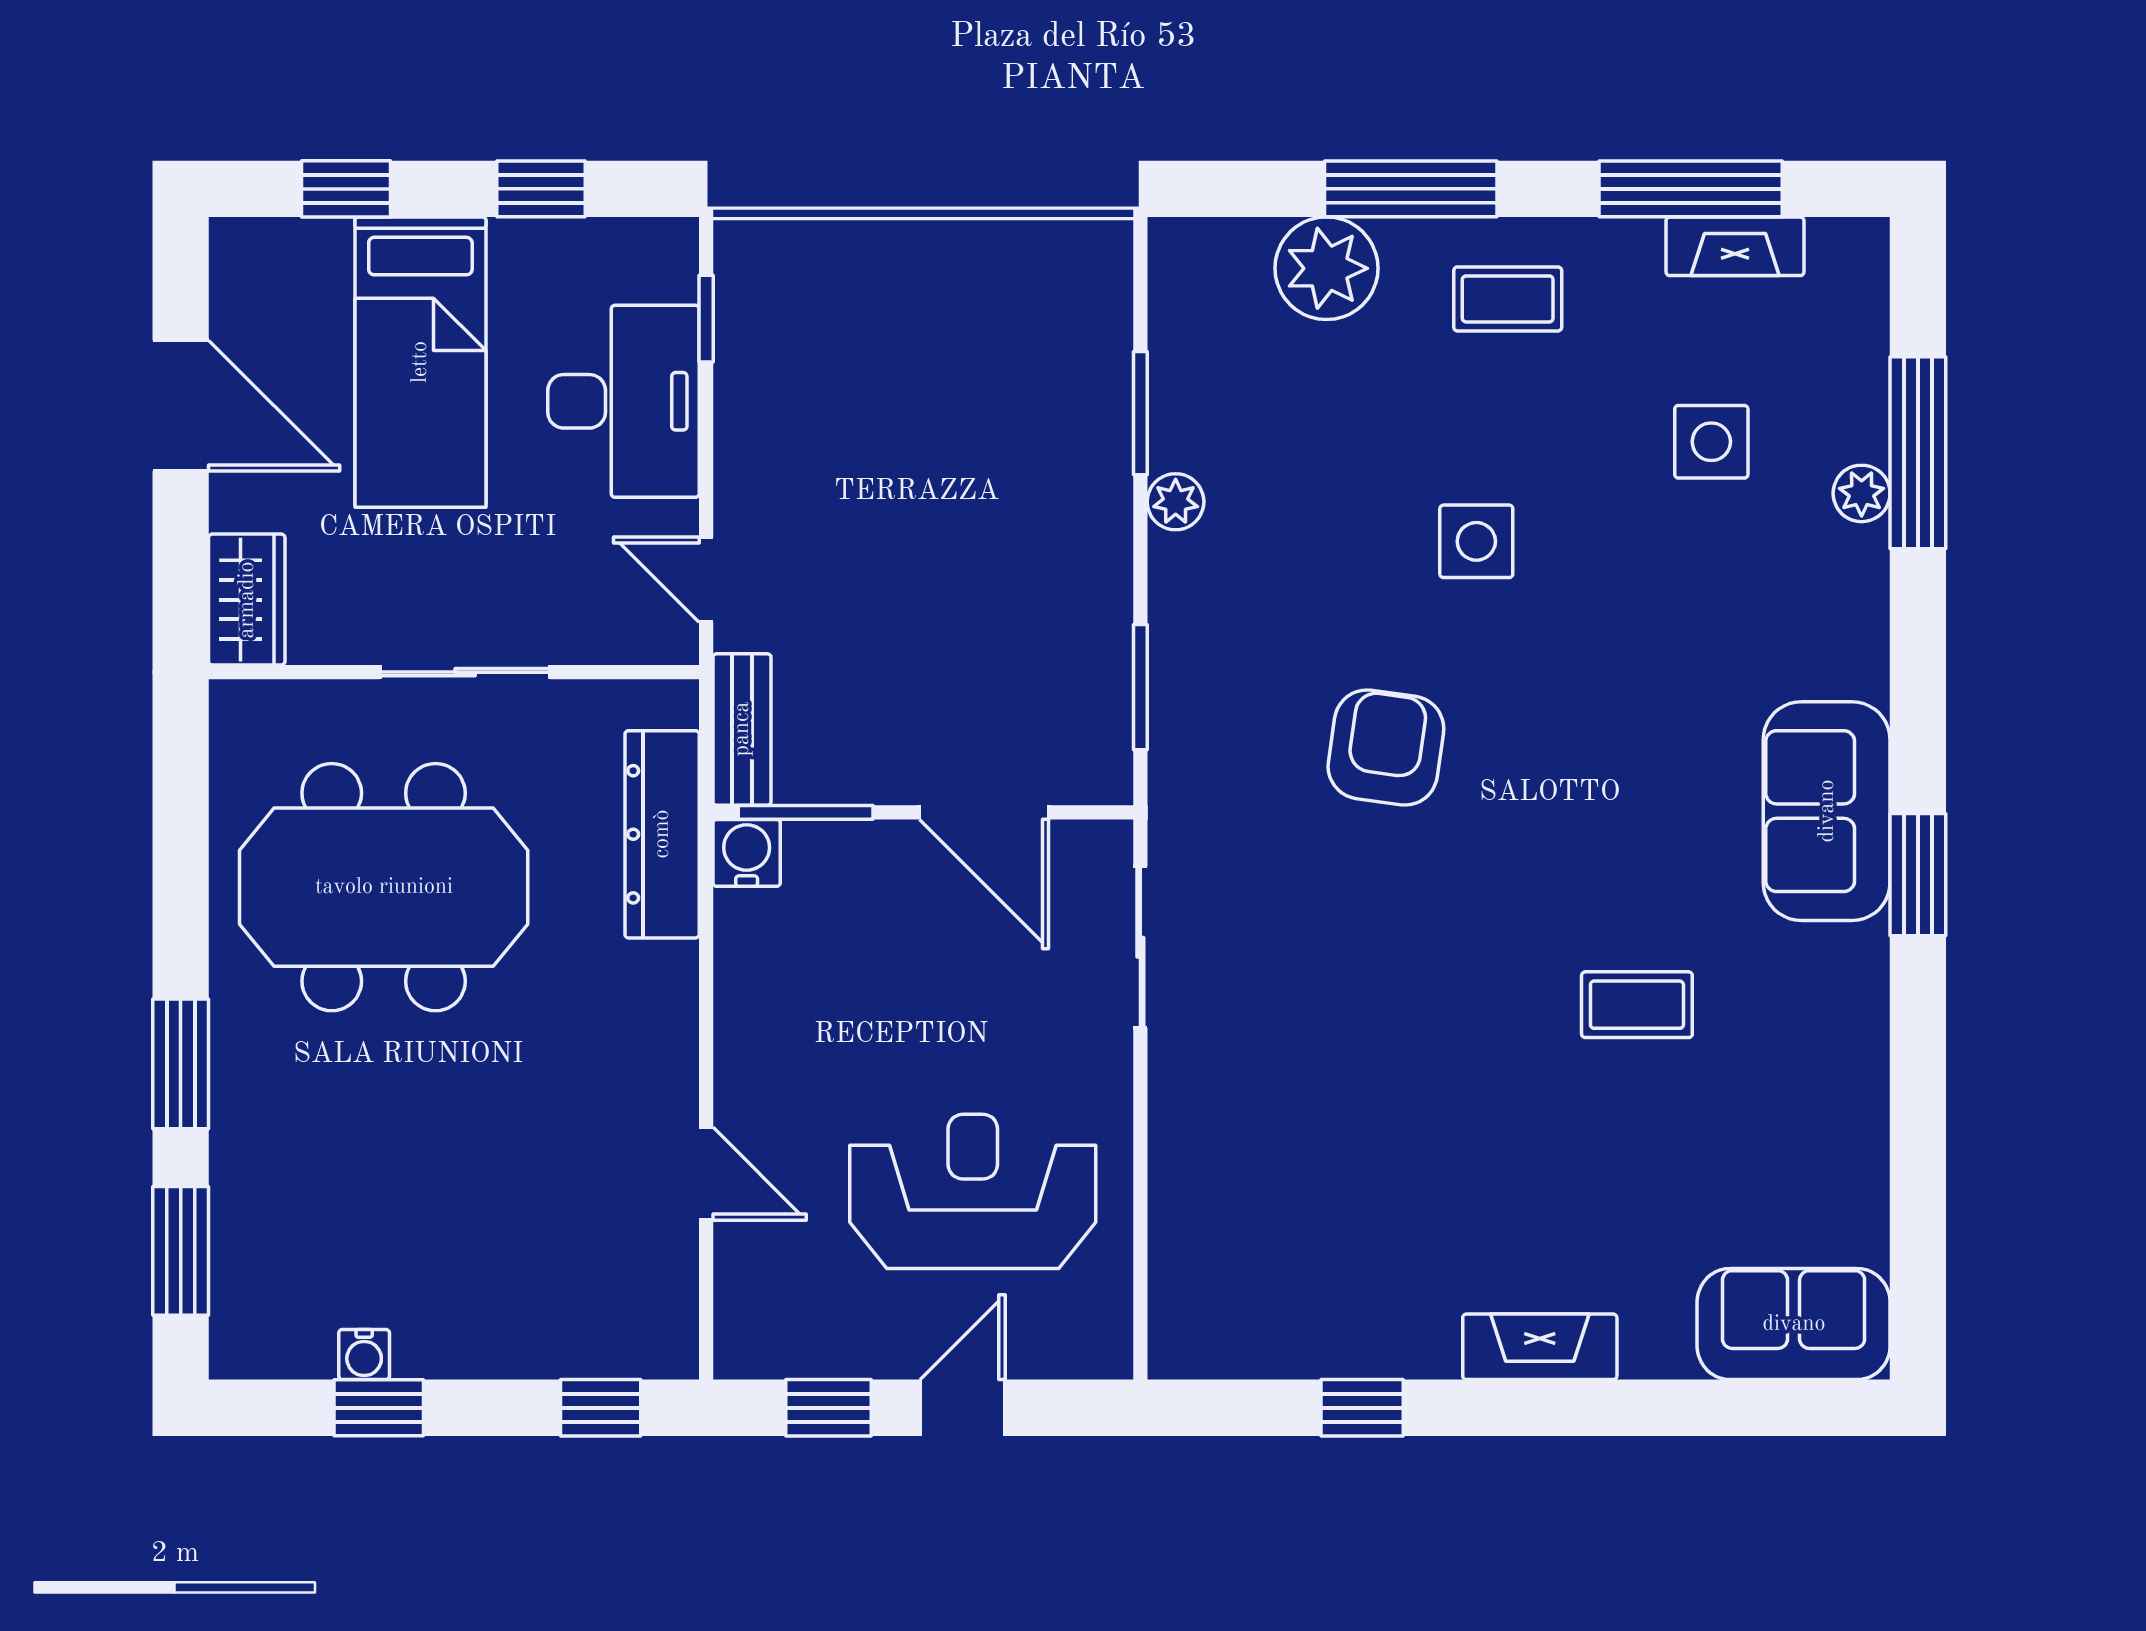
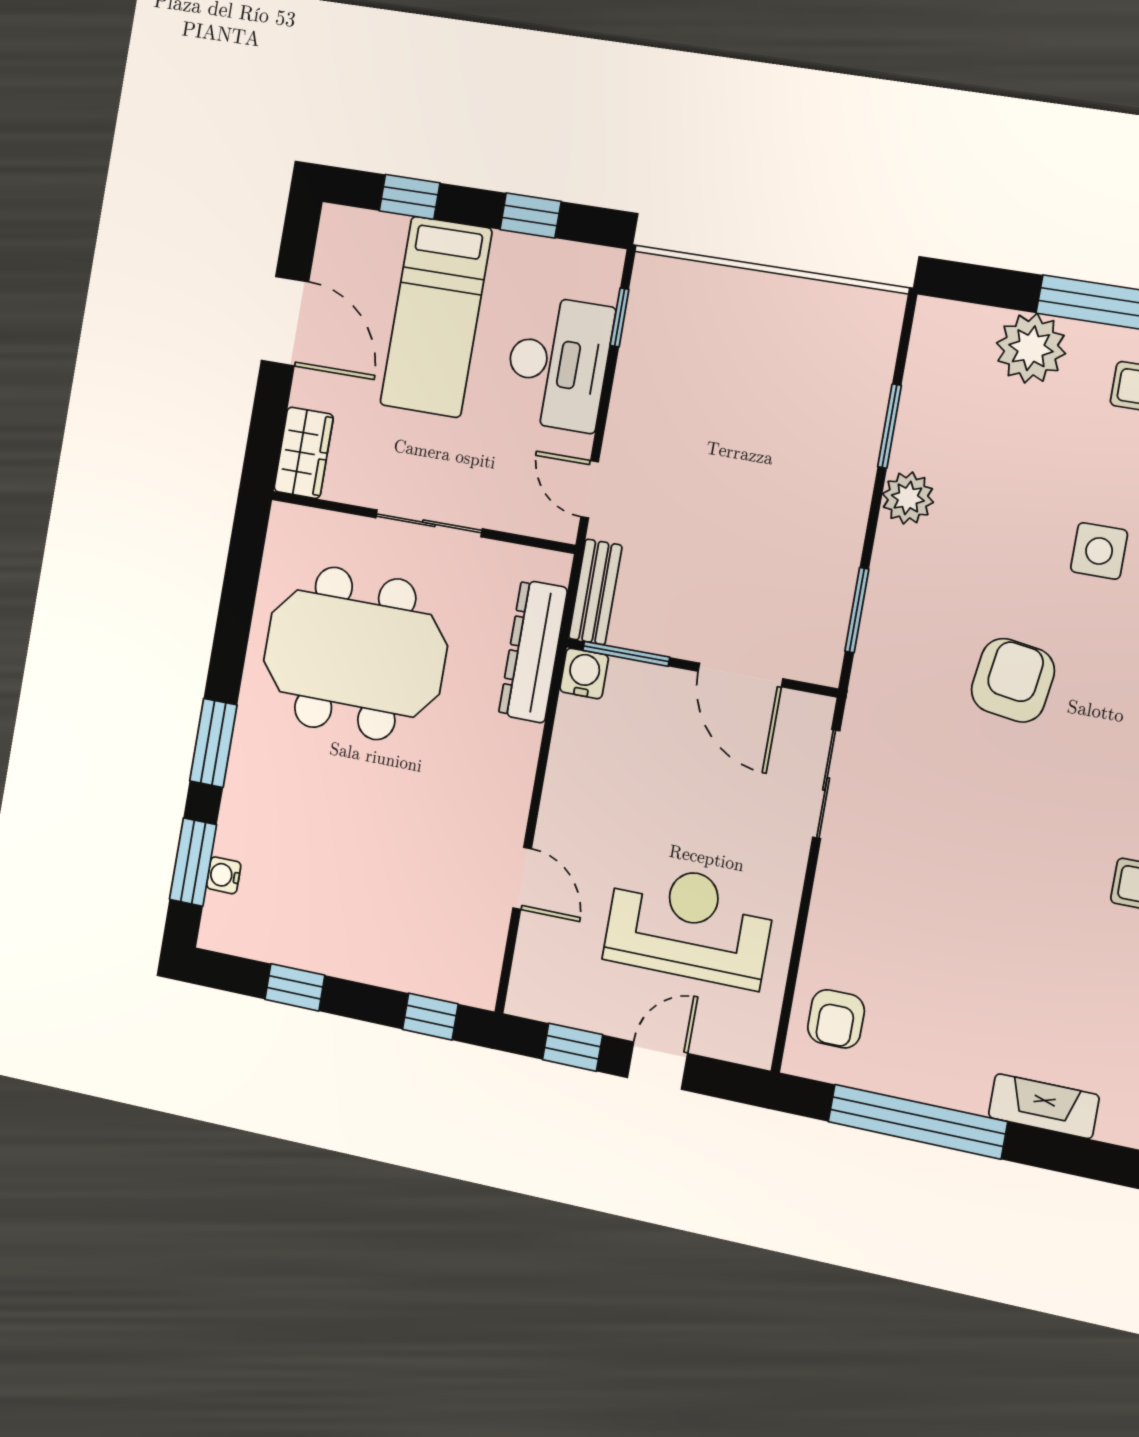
plant: (1176, 502) -> (908, 498), width x1.38, depth x1.38
armchair: (1216, 1284) -> (836, 1019), added
water cooler: (364, 1354) -> (224, 875), moved, turned 90
window: (1362, 1408) -> (917, 1122), width x3.17

